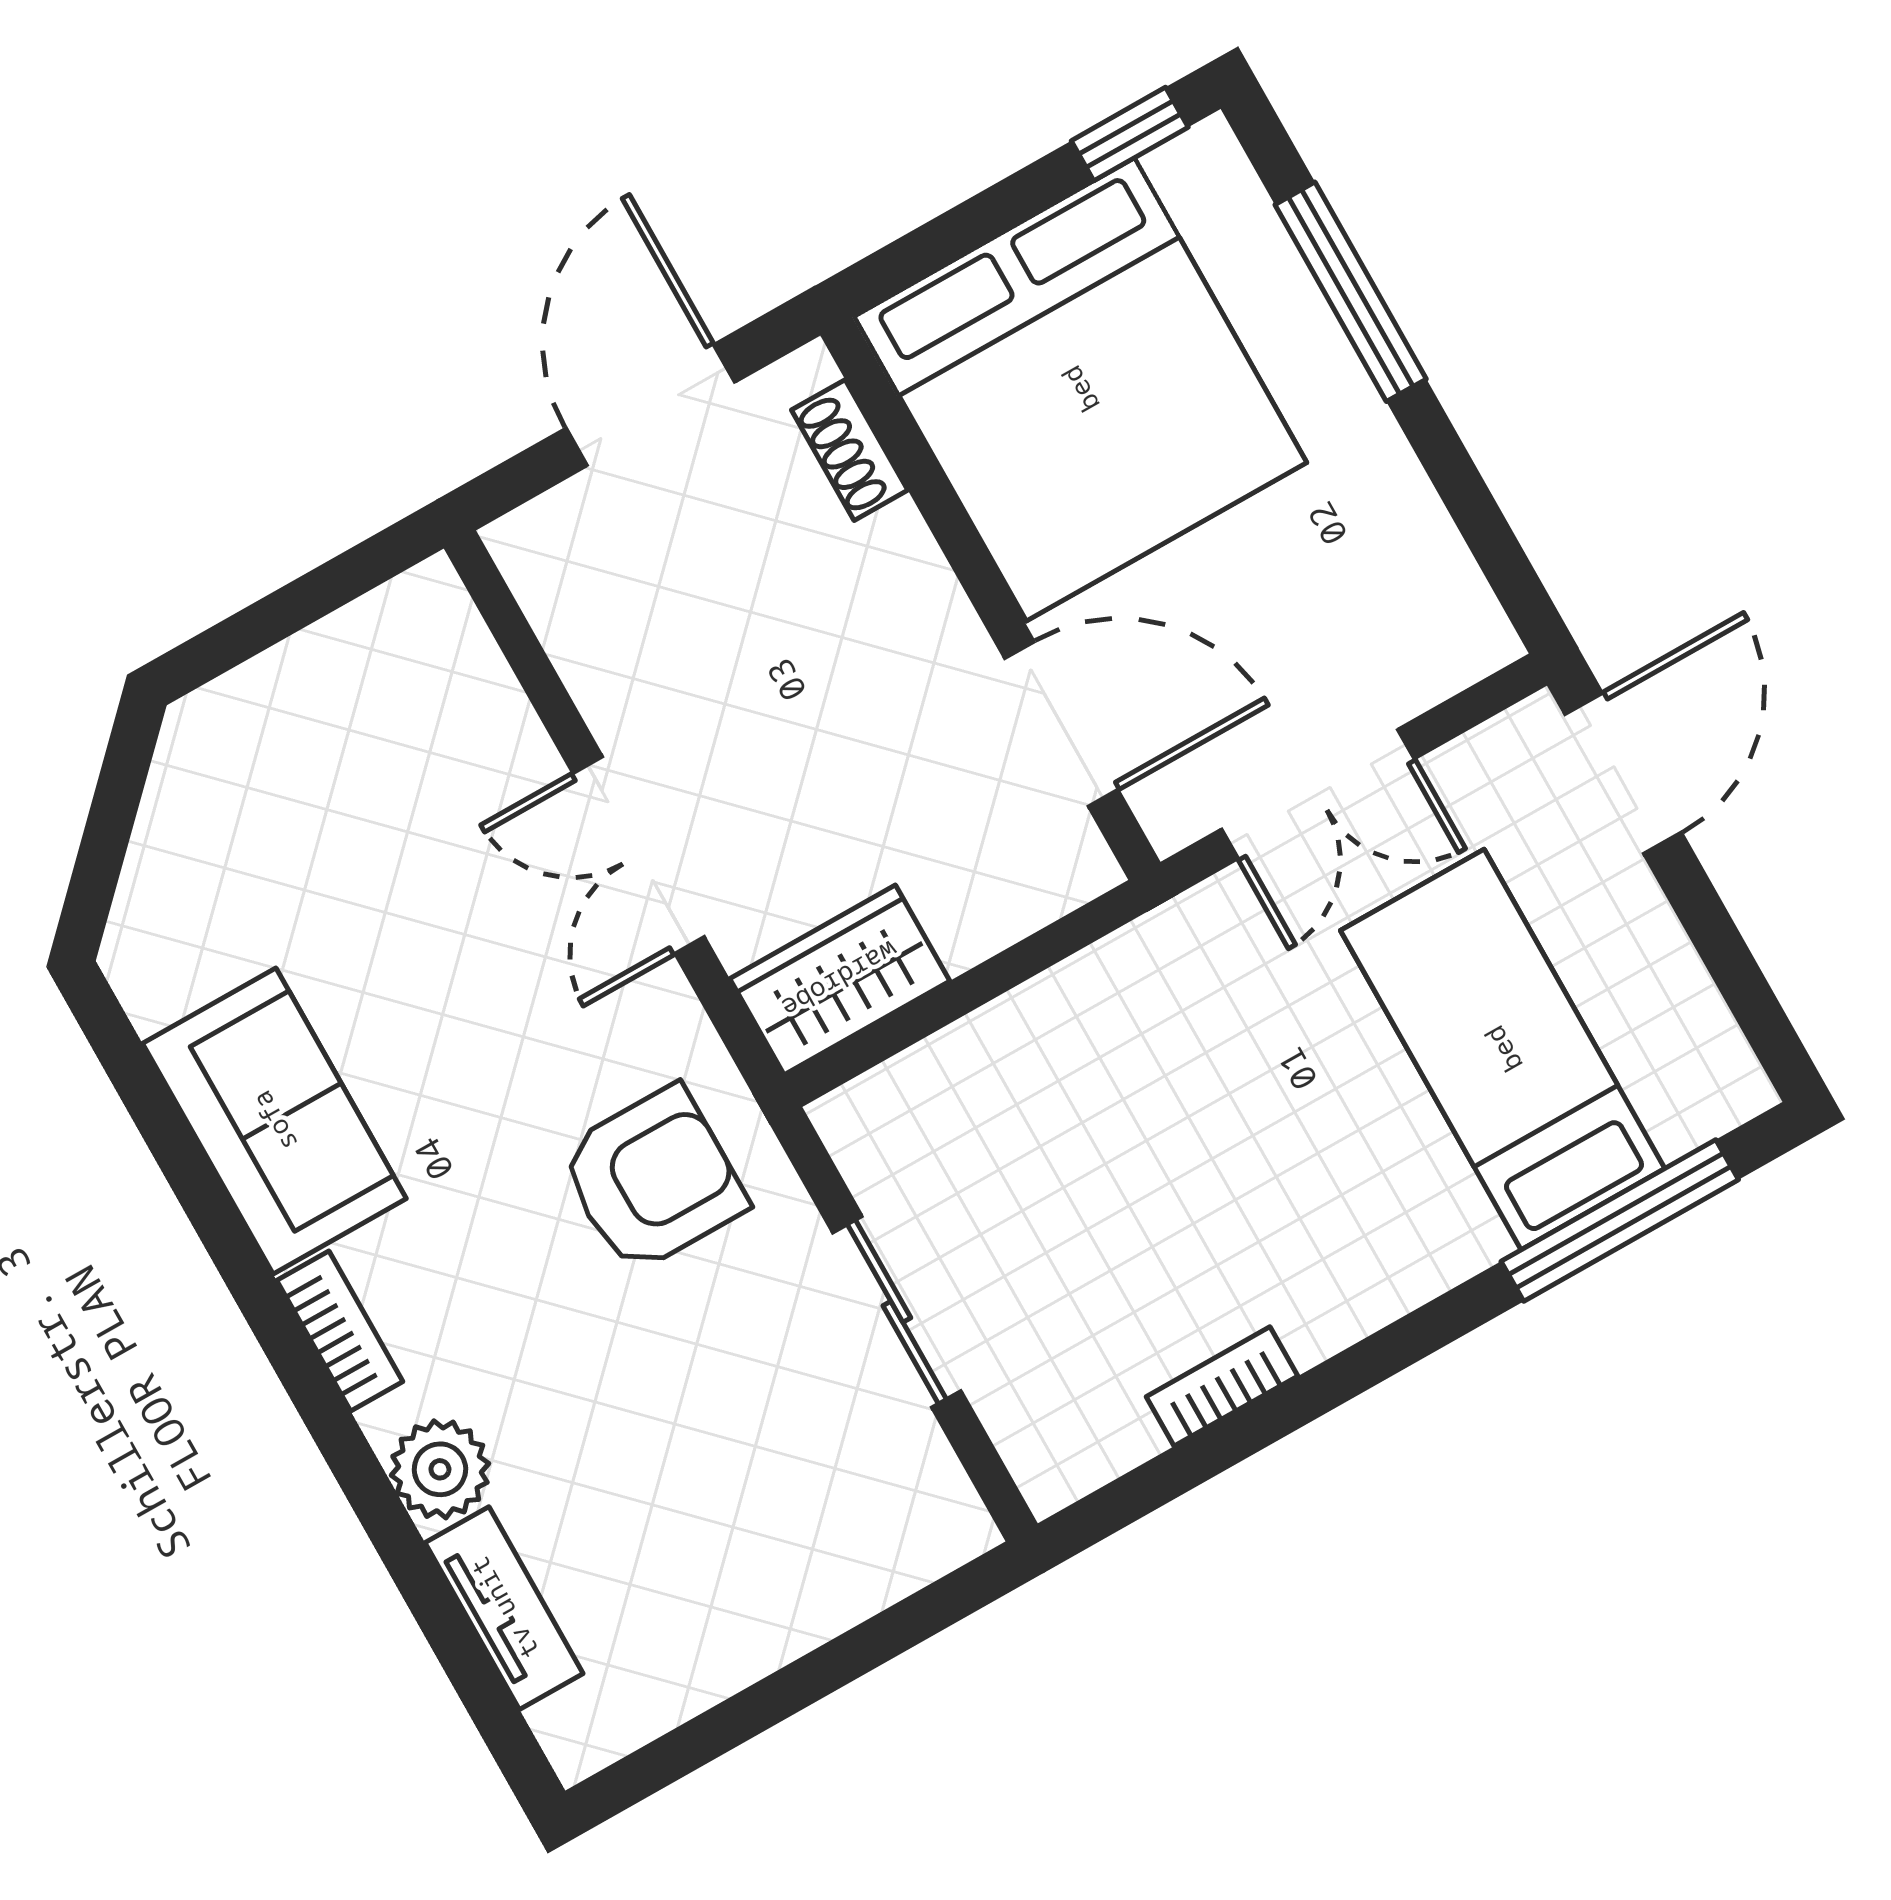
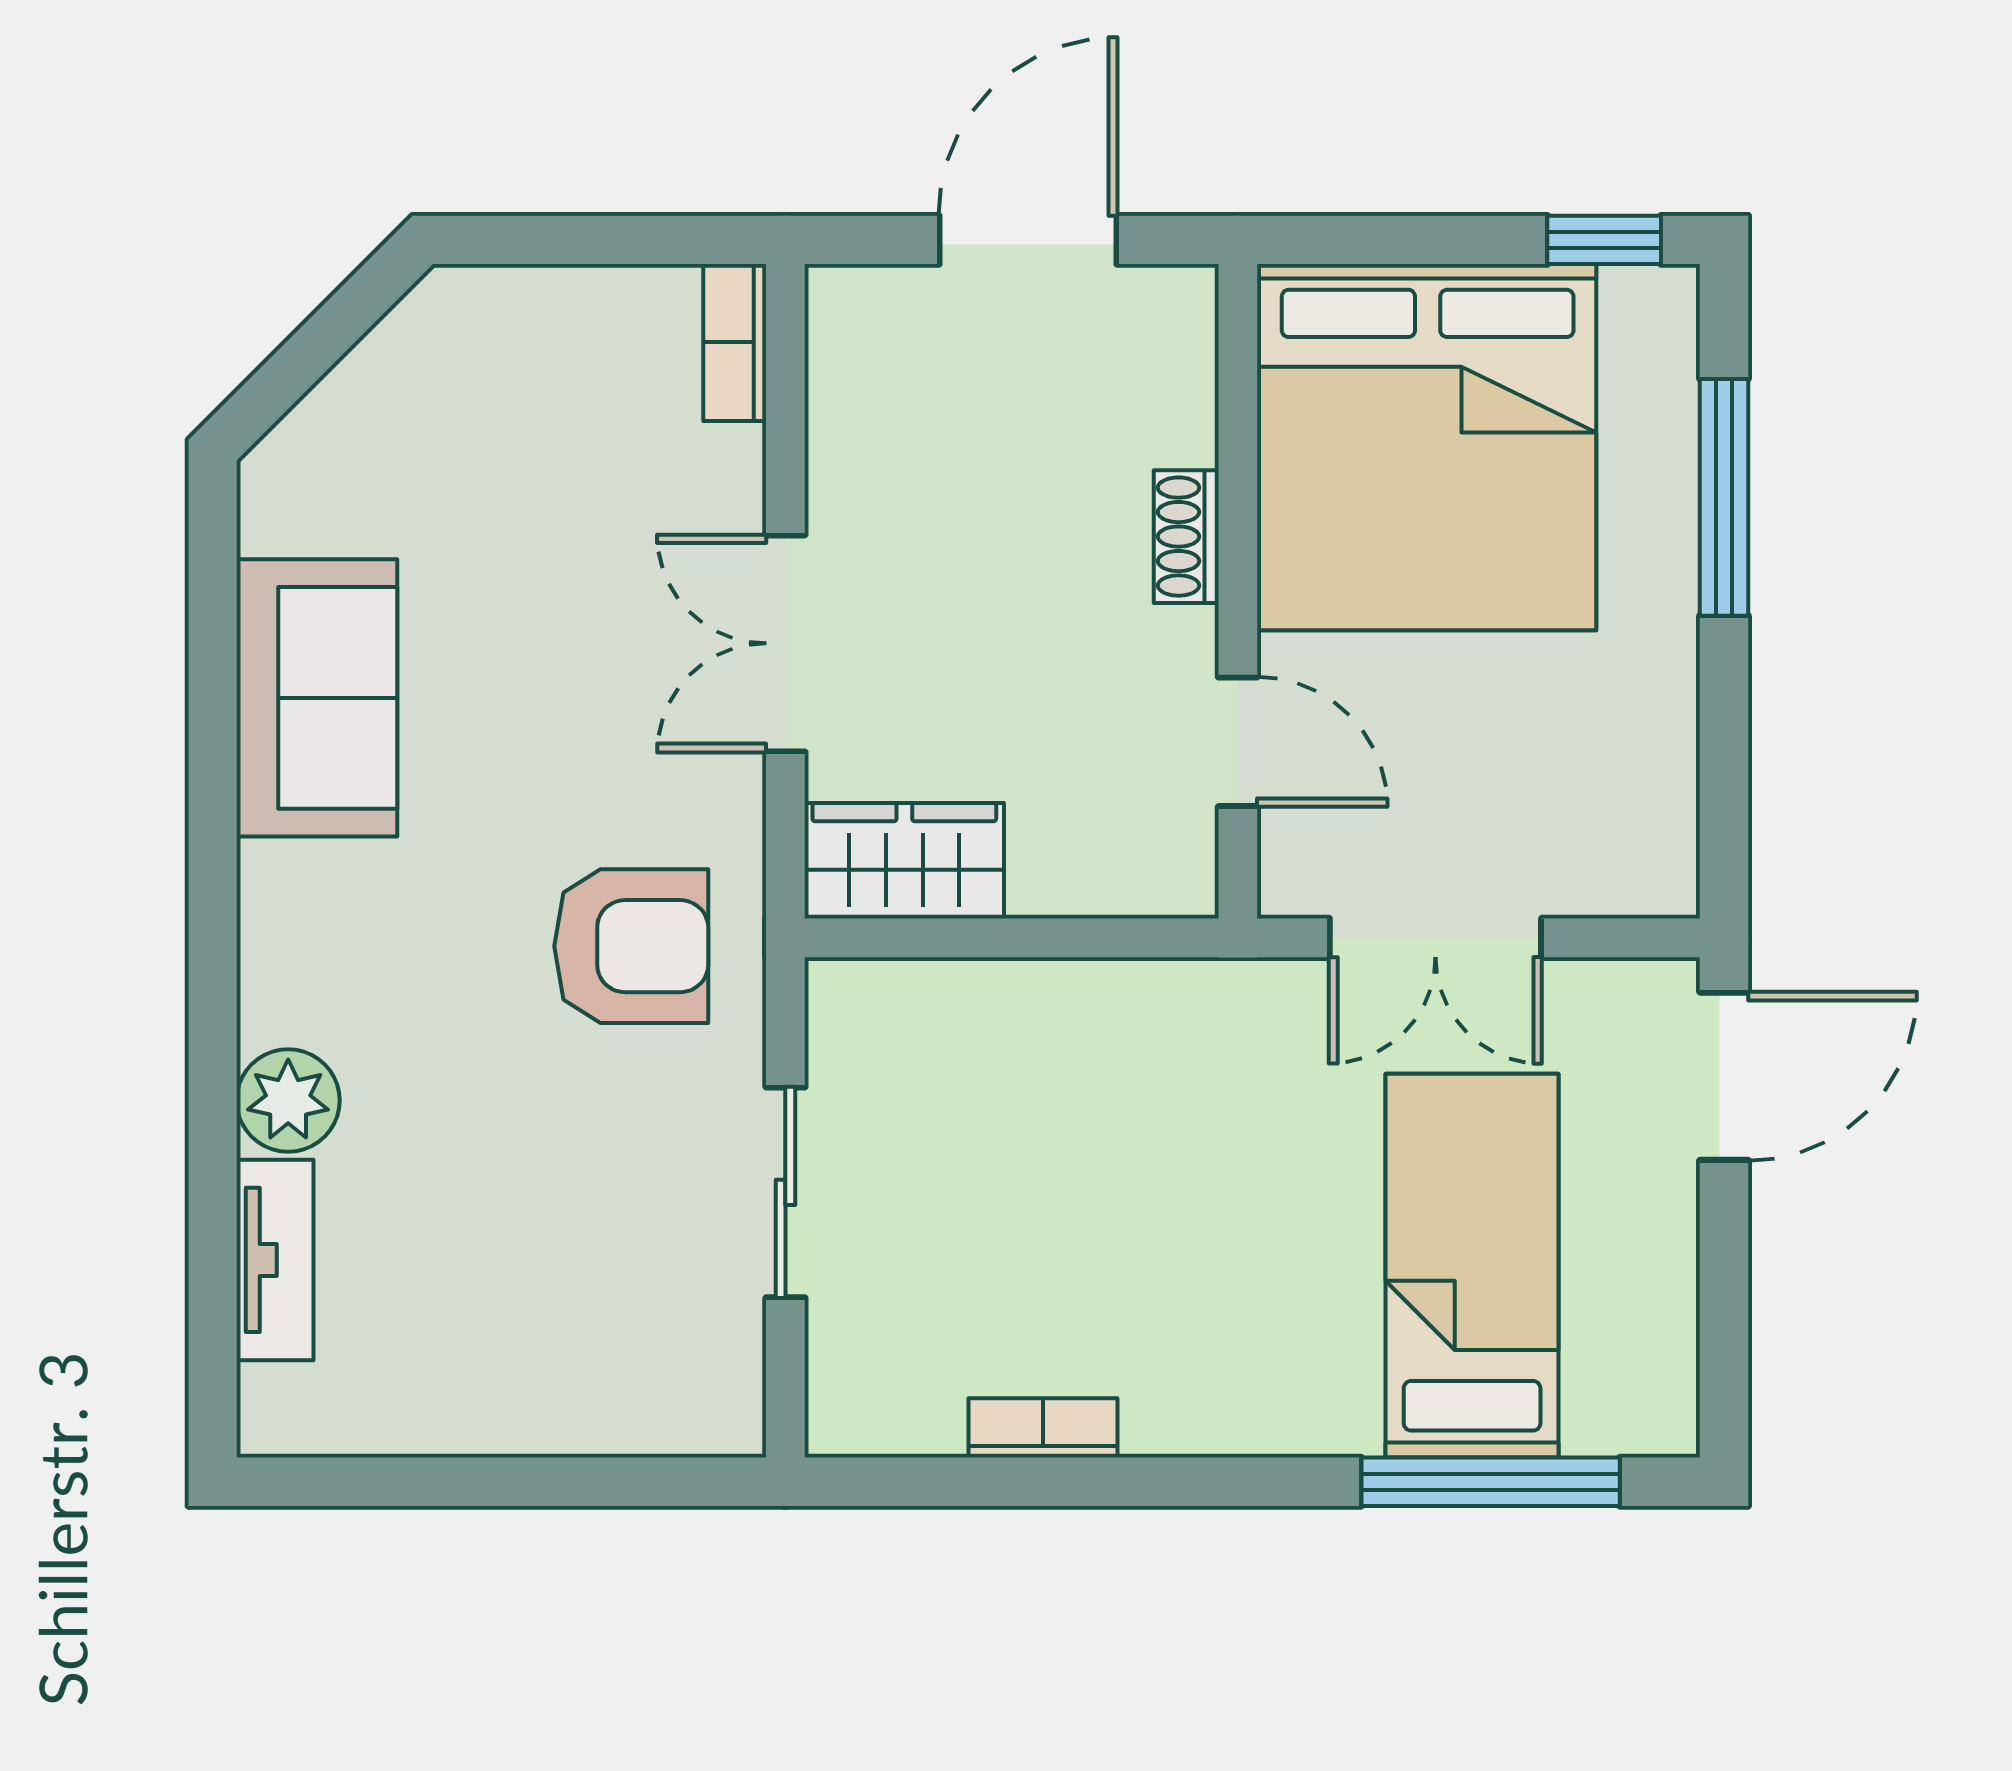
shoe rack: (850, 450) -> (1186, 537), moved
door: (1061, 724) -> (1238, 742), width x0.73
bookcase: (340, 1331) -> (735, 342), moved, turned 180

